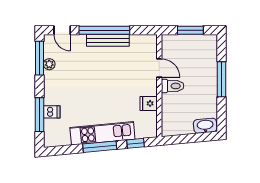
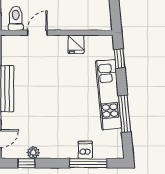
window: (39, 58) -> (26, 163), width x0.46
toilet: (173, 86) -> (16, 18), moved
window: (100, 147) -> (125, 114), moved

